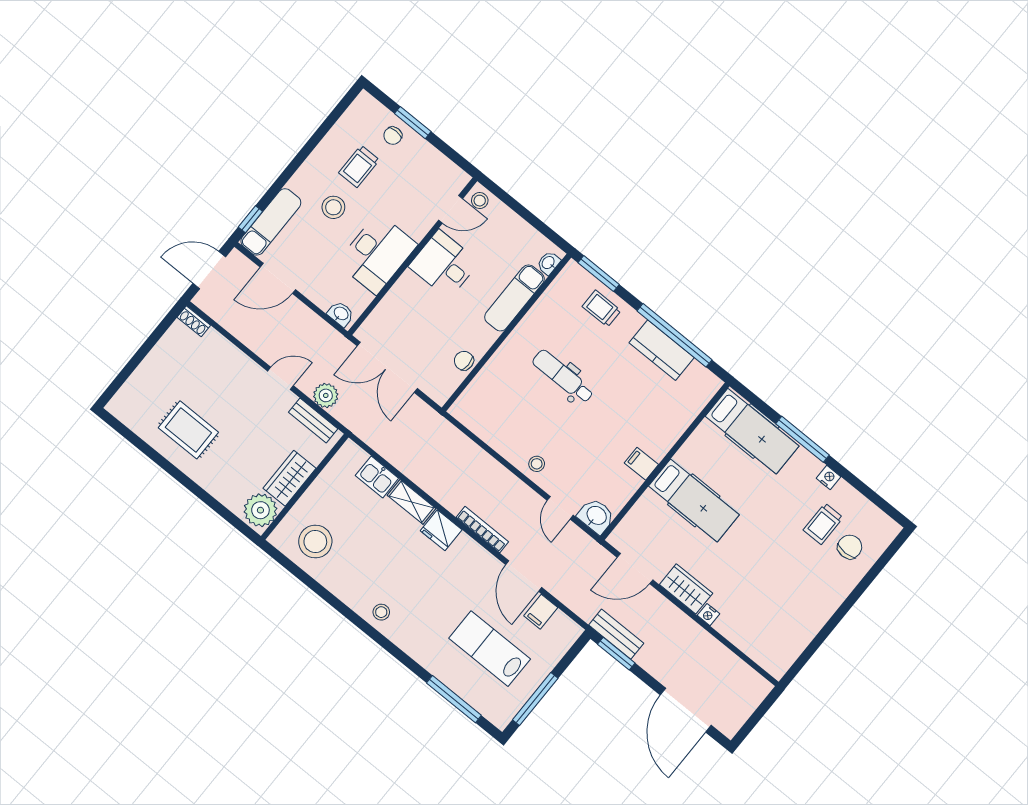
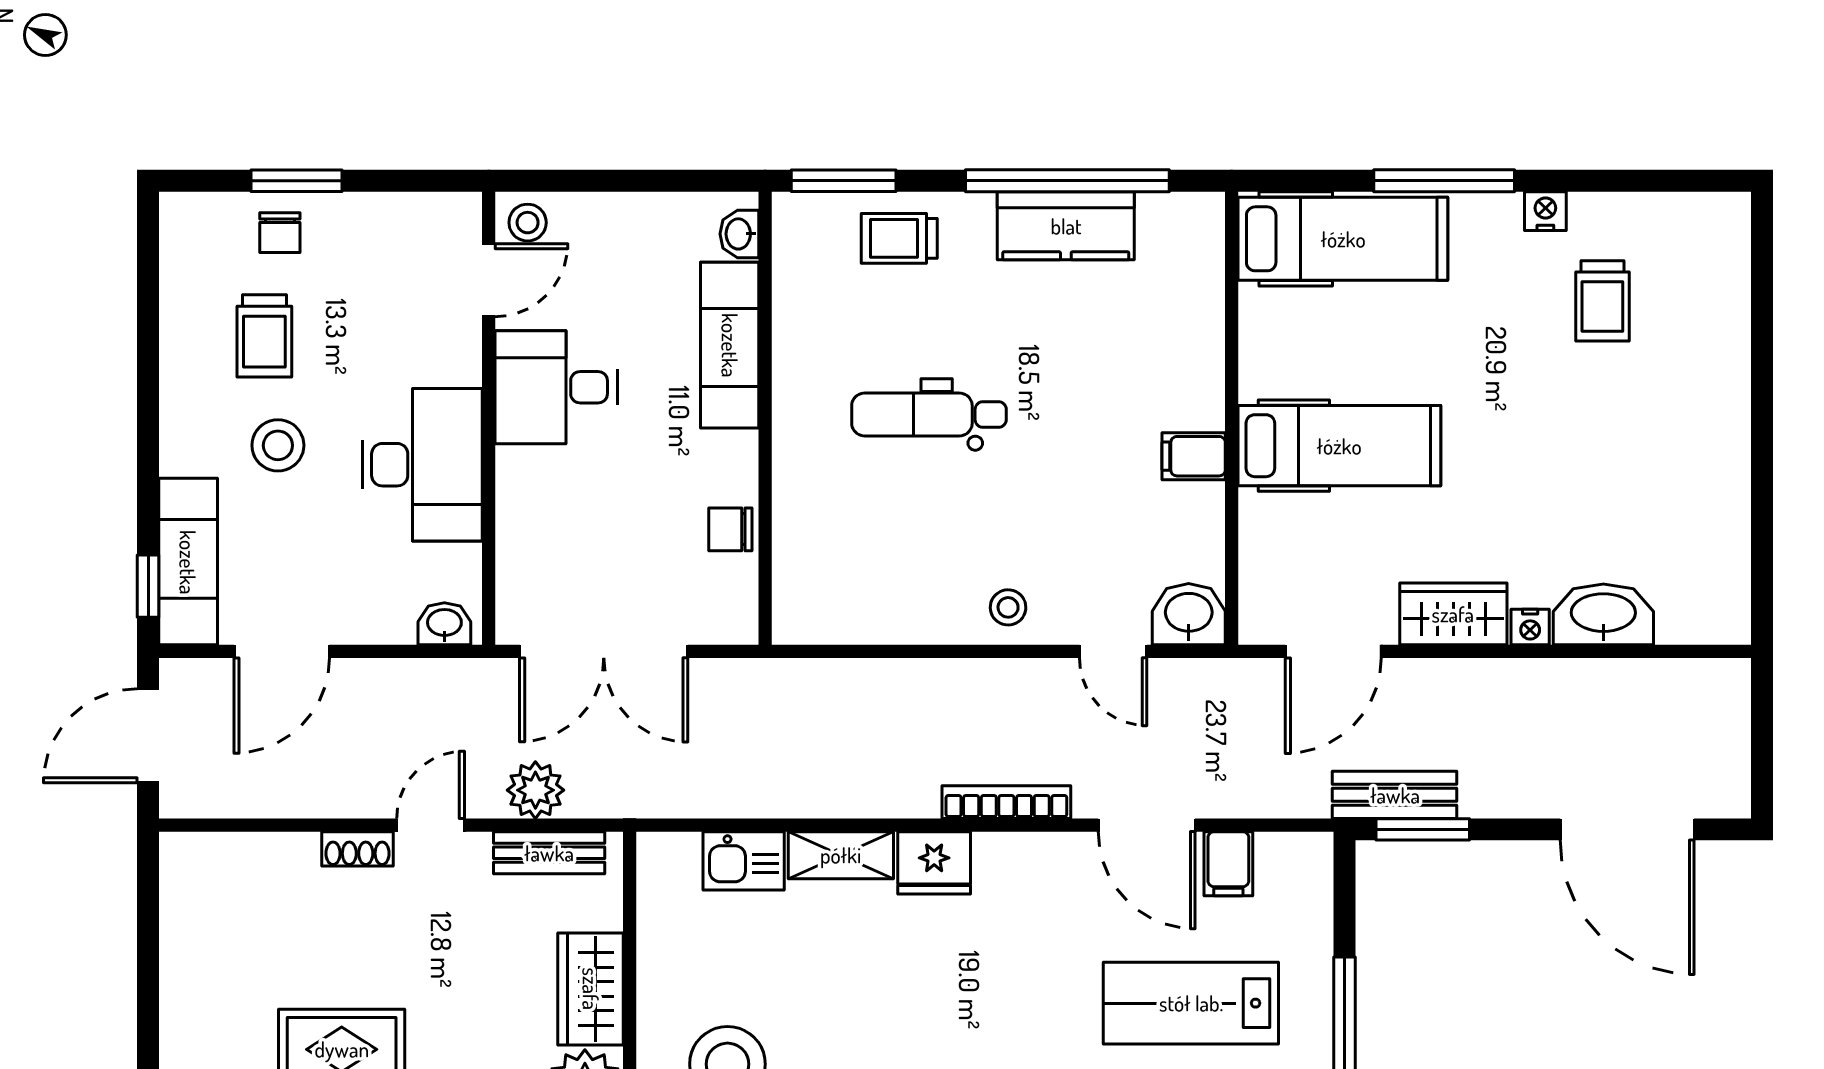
shoe rack: (194, 321) -> (358, 849), moved
chair: (850, 547) -> (1683, 303), removed
washbasin: (737, 631) -> (1603, 614), added

